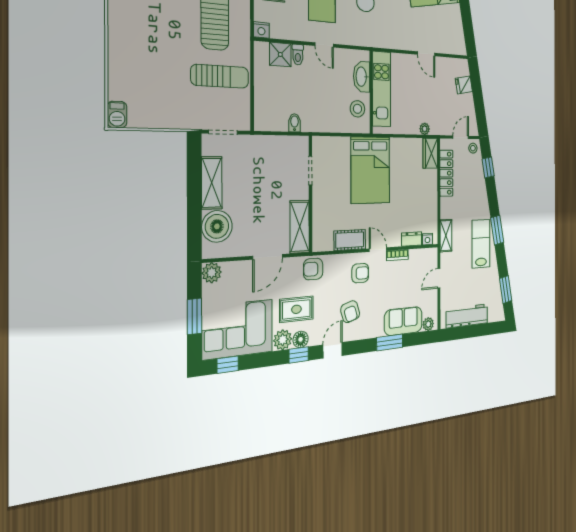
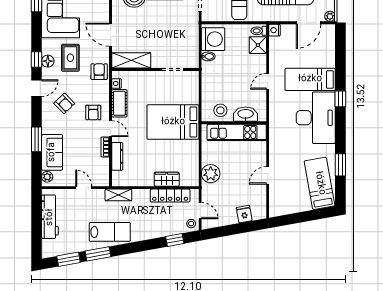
toilet: (298, 55) -> (259, 31), moved
washing machine: (273, 116) -> (213, 39), added
plant: (425, 129) -> (211, 174), width x1.88, depth x1.88
wardrobe: (430, 153) -> (167, 179), moved
window: (497, 230) -> (98, 254), moved
dresser: (412, 239) -> (117, 156), width x1.44
nightstand: (427, 239) -> (116, 83), moved
door: (378, 250) -> (111, 129), hinge flipped
armchair: (350, 312) -> (64, 103), turned -117
plant: (283, 340) -> (49, 46), removed
door: (333, 350) -> (37, 88), hinge flipped

